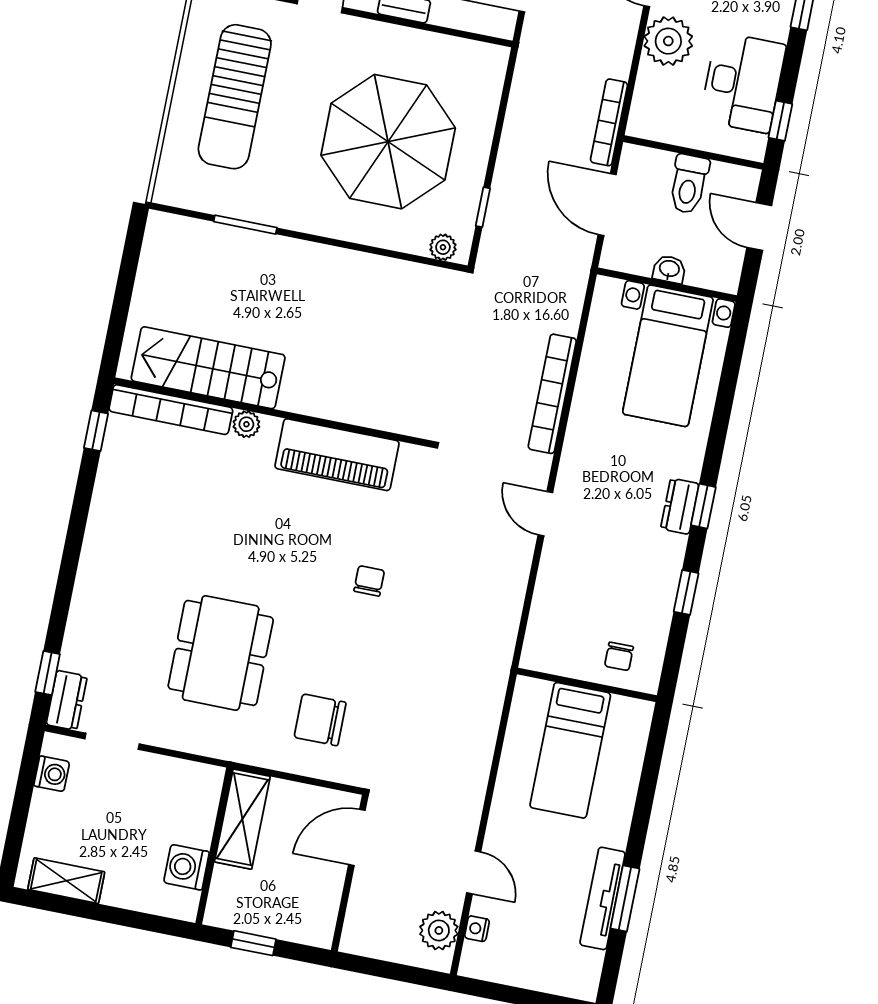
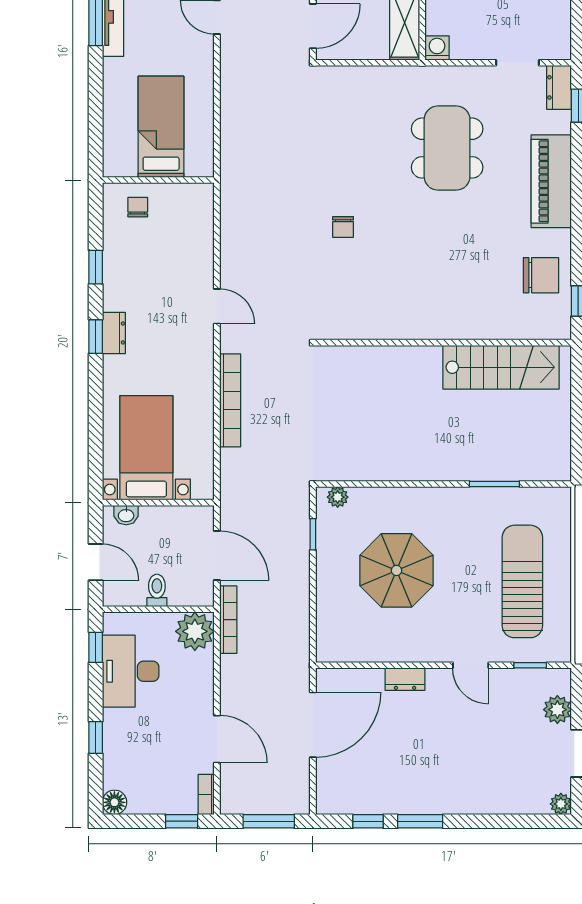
plant: (668, 41) -> (195, 631), moved
parasol: (388, 142) -> (397, 570), width x0.73, depth x0.73
toilet: (689, 184) -> (157, 590), width x0.73, depth x0.72
washbasin: (669, 269) -> (126, 515), moved
bookcase: (171, 410) -> (523, 329), removed
plant: (246, 424) -> (463, 329), removed
piano: (337, 455) -> (551, 181), moved, turned -90
chair: (320, 720) -> (541, 275), moved
washing machine: (52, 774) -> (437, 48), moved, turned 90

